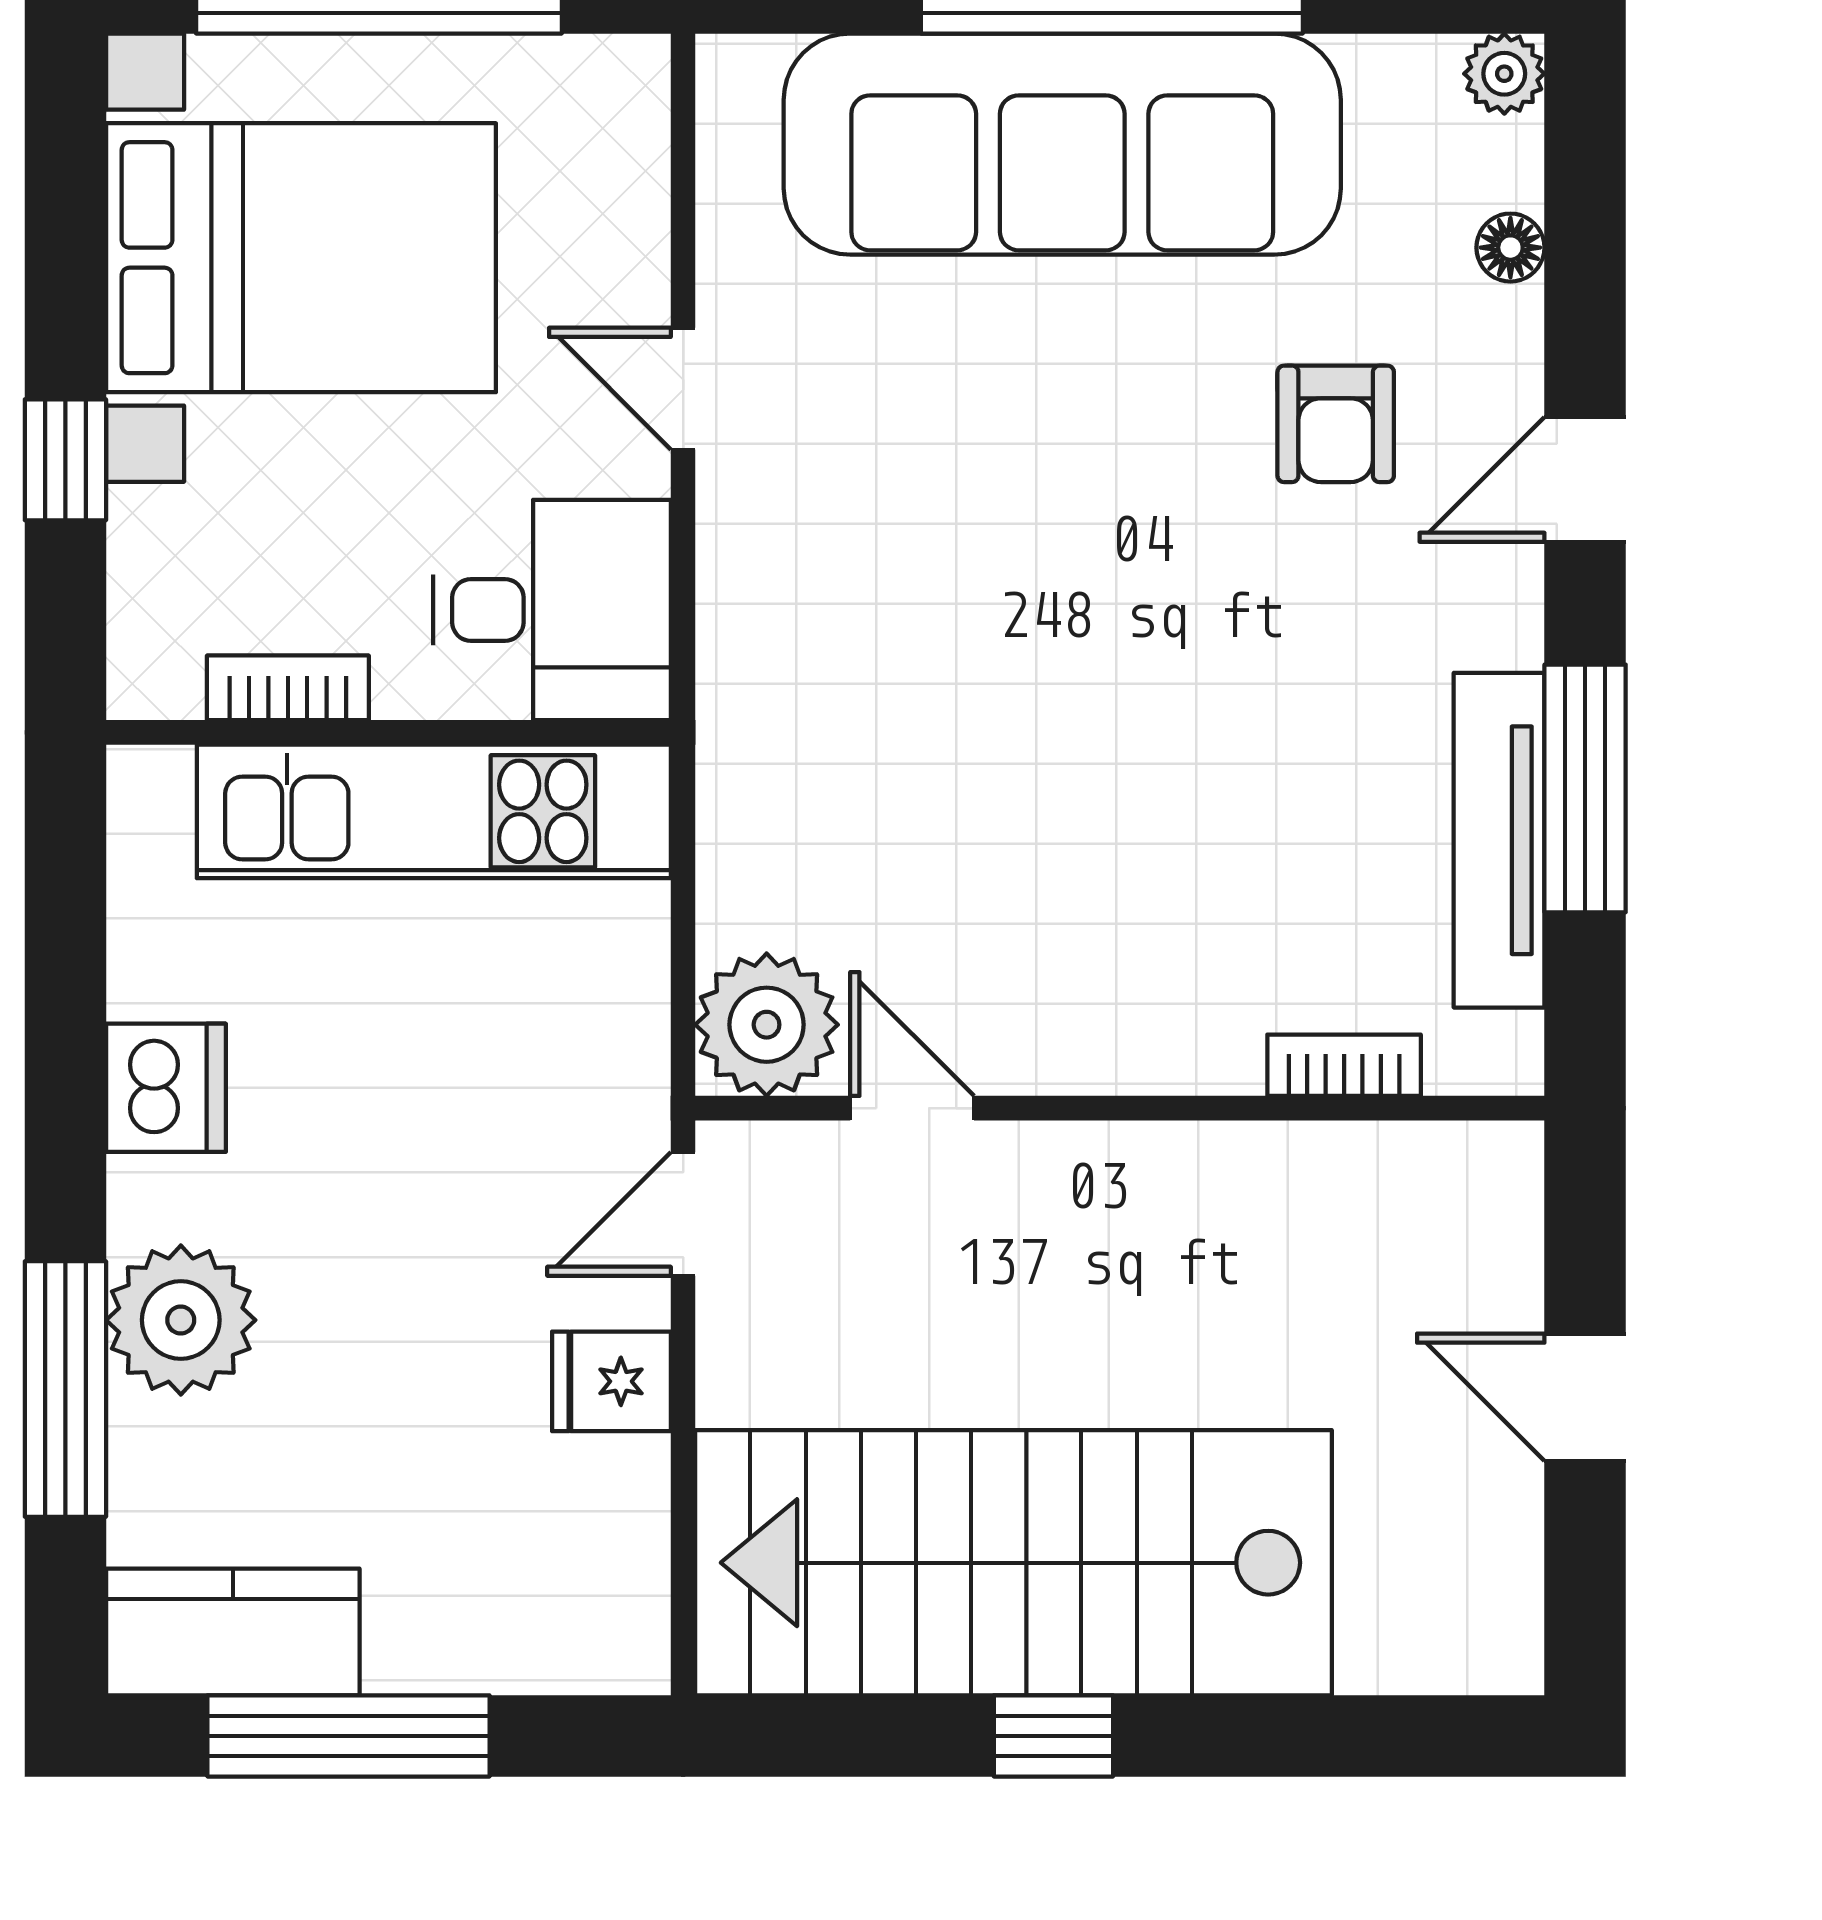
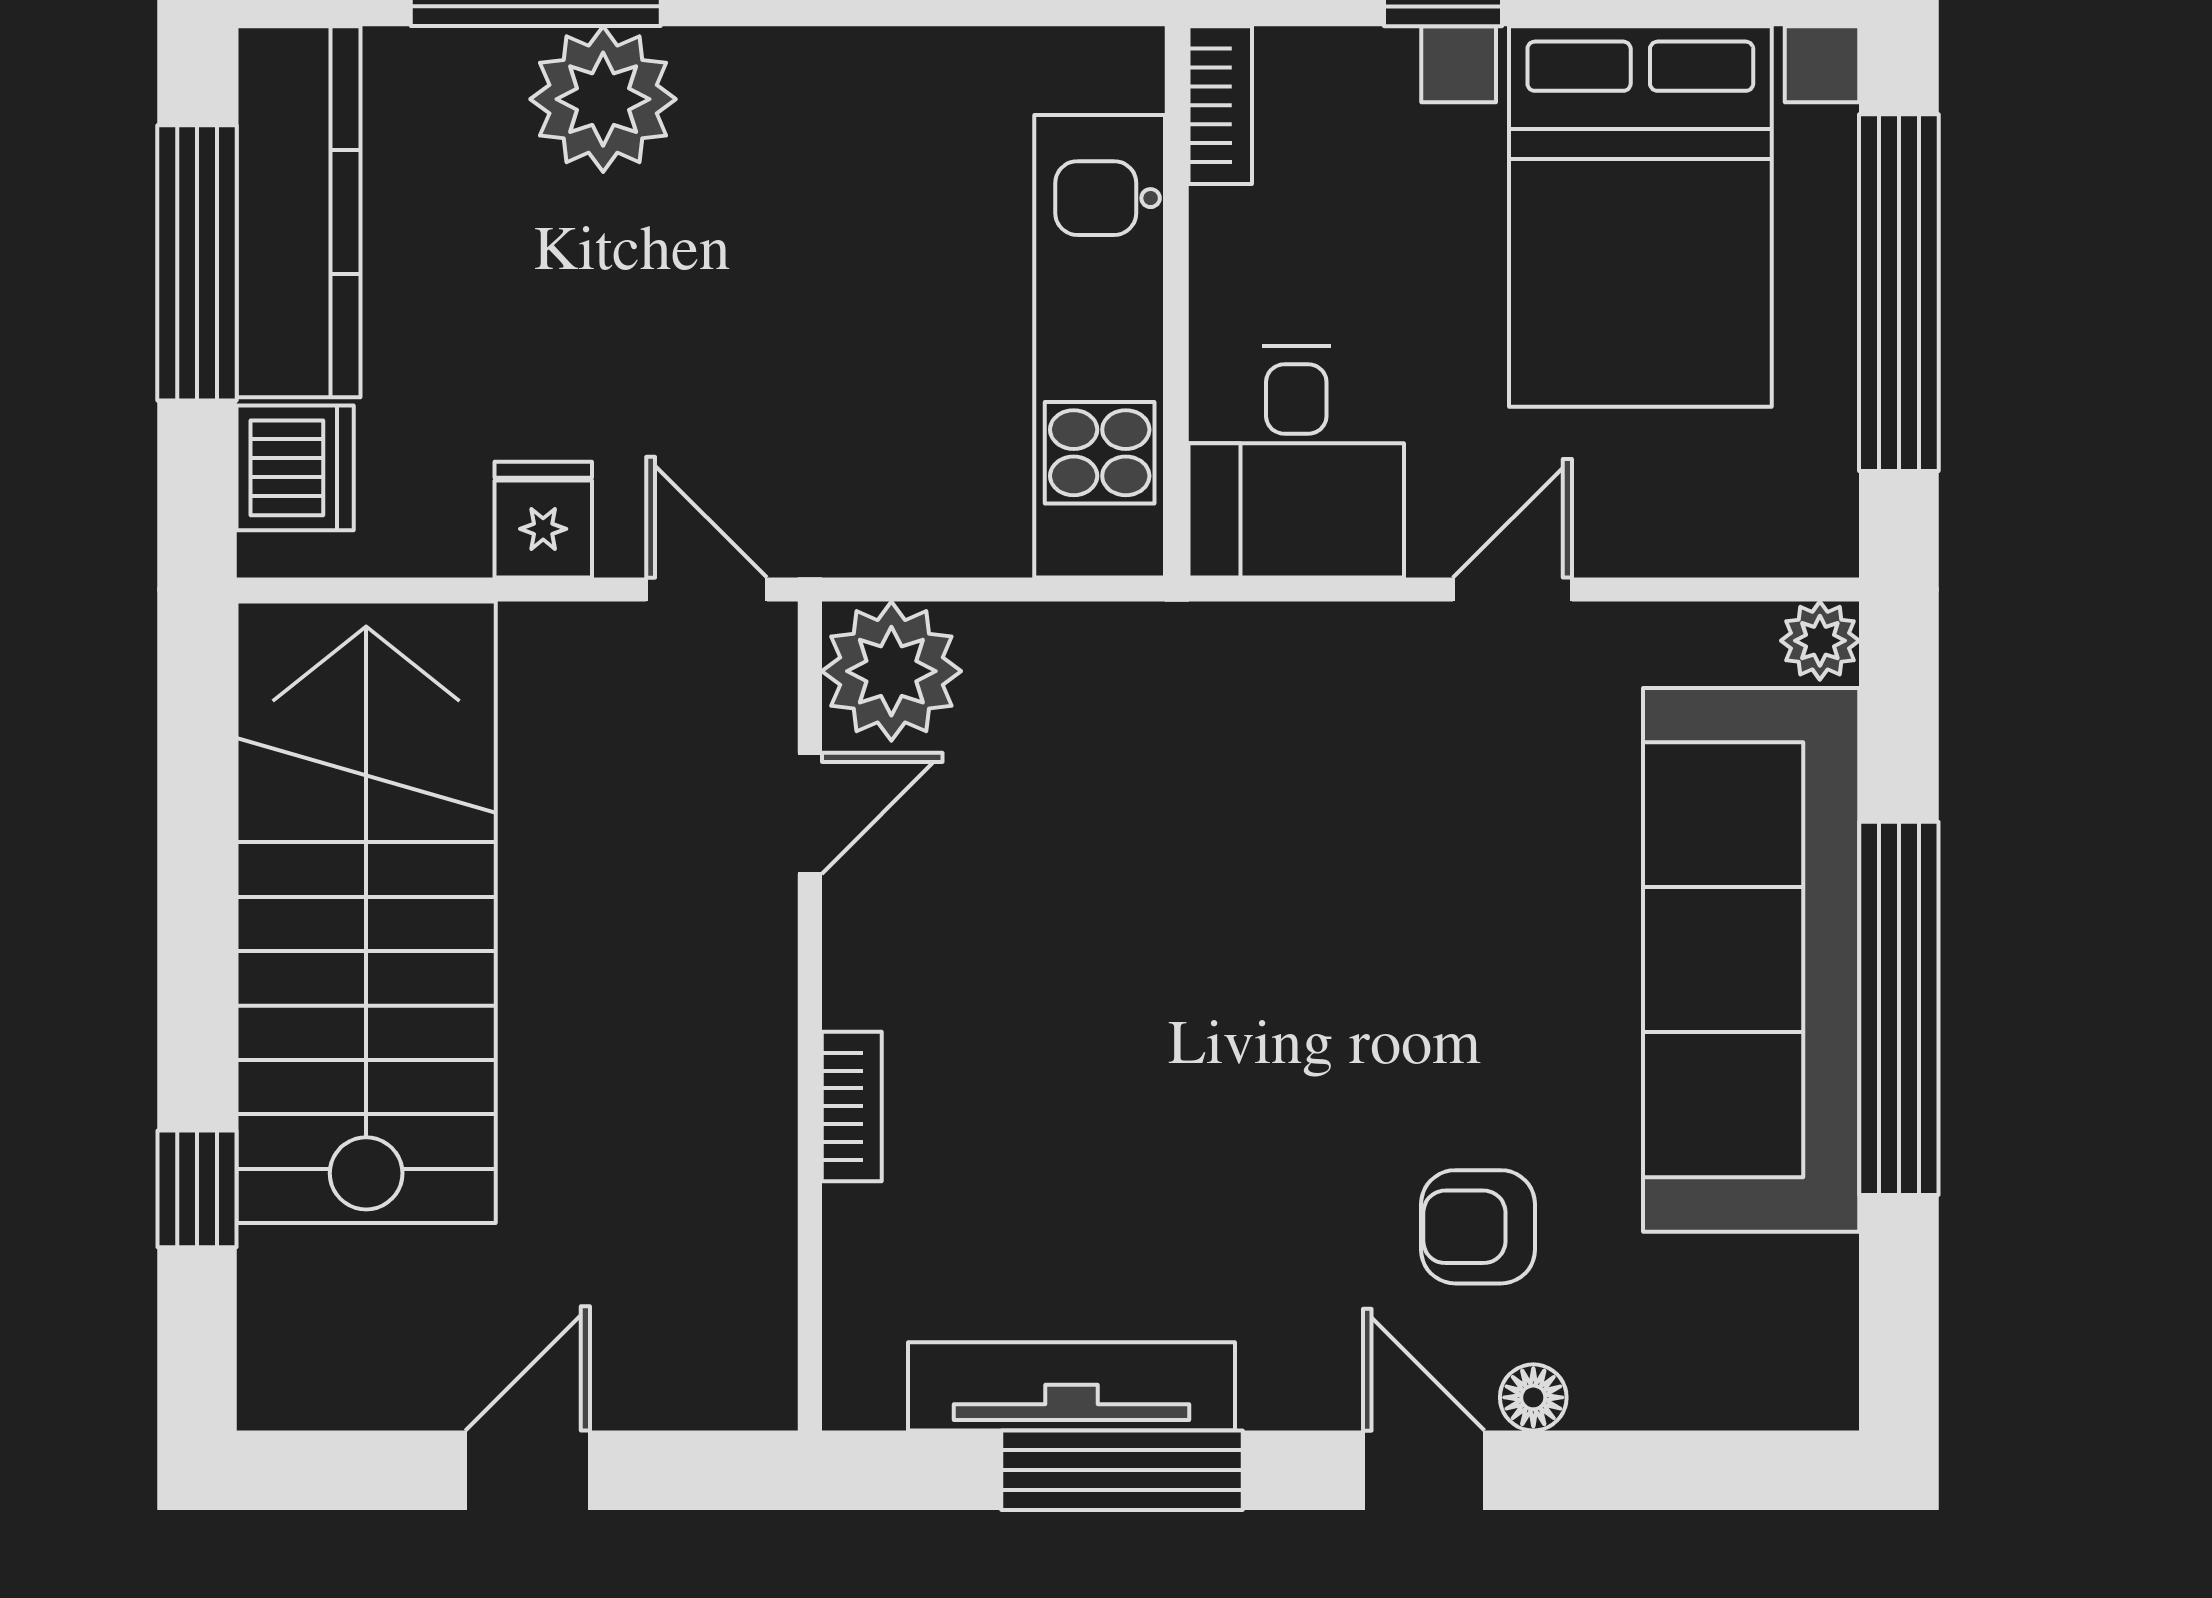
plant: (1504, 74) -> (1820, 641), moved
floor lamp: (1510, 248) -> (1533, 1397), moved
bookcase: (288, 688) -> (1220, 105), moved
bookcase: (1344, 1065) -> (852, 1106), moved
dishwasher: (166, 1088) -> (295, 468), moved, turned -90
kitchen counter: (233, 1632) -> (298, 212), width x1.50
window: (1053, 1736) -> (197, 1189), moved

